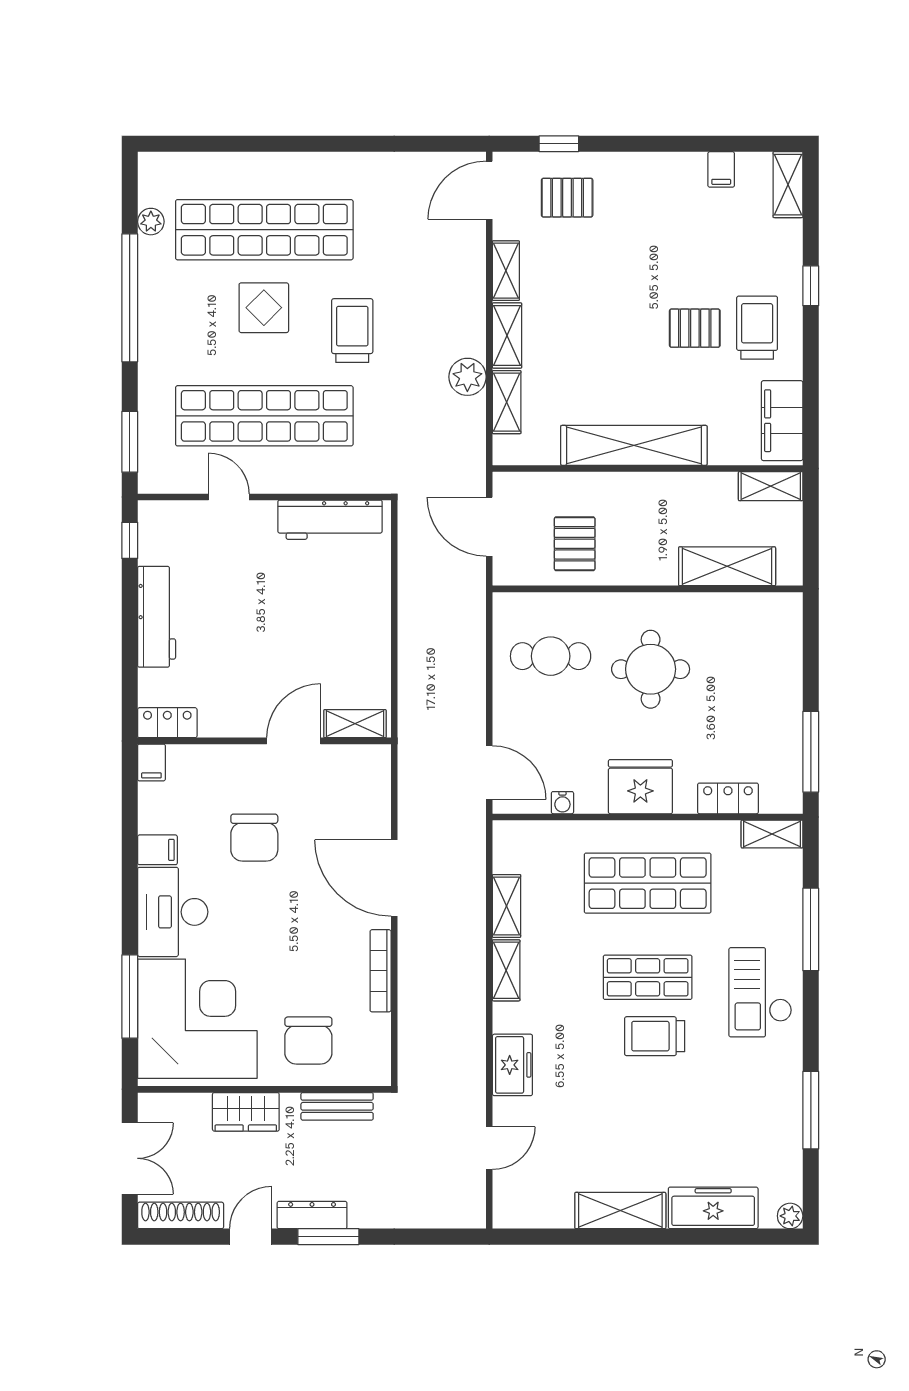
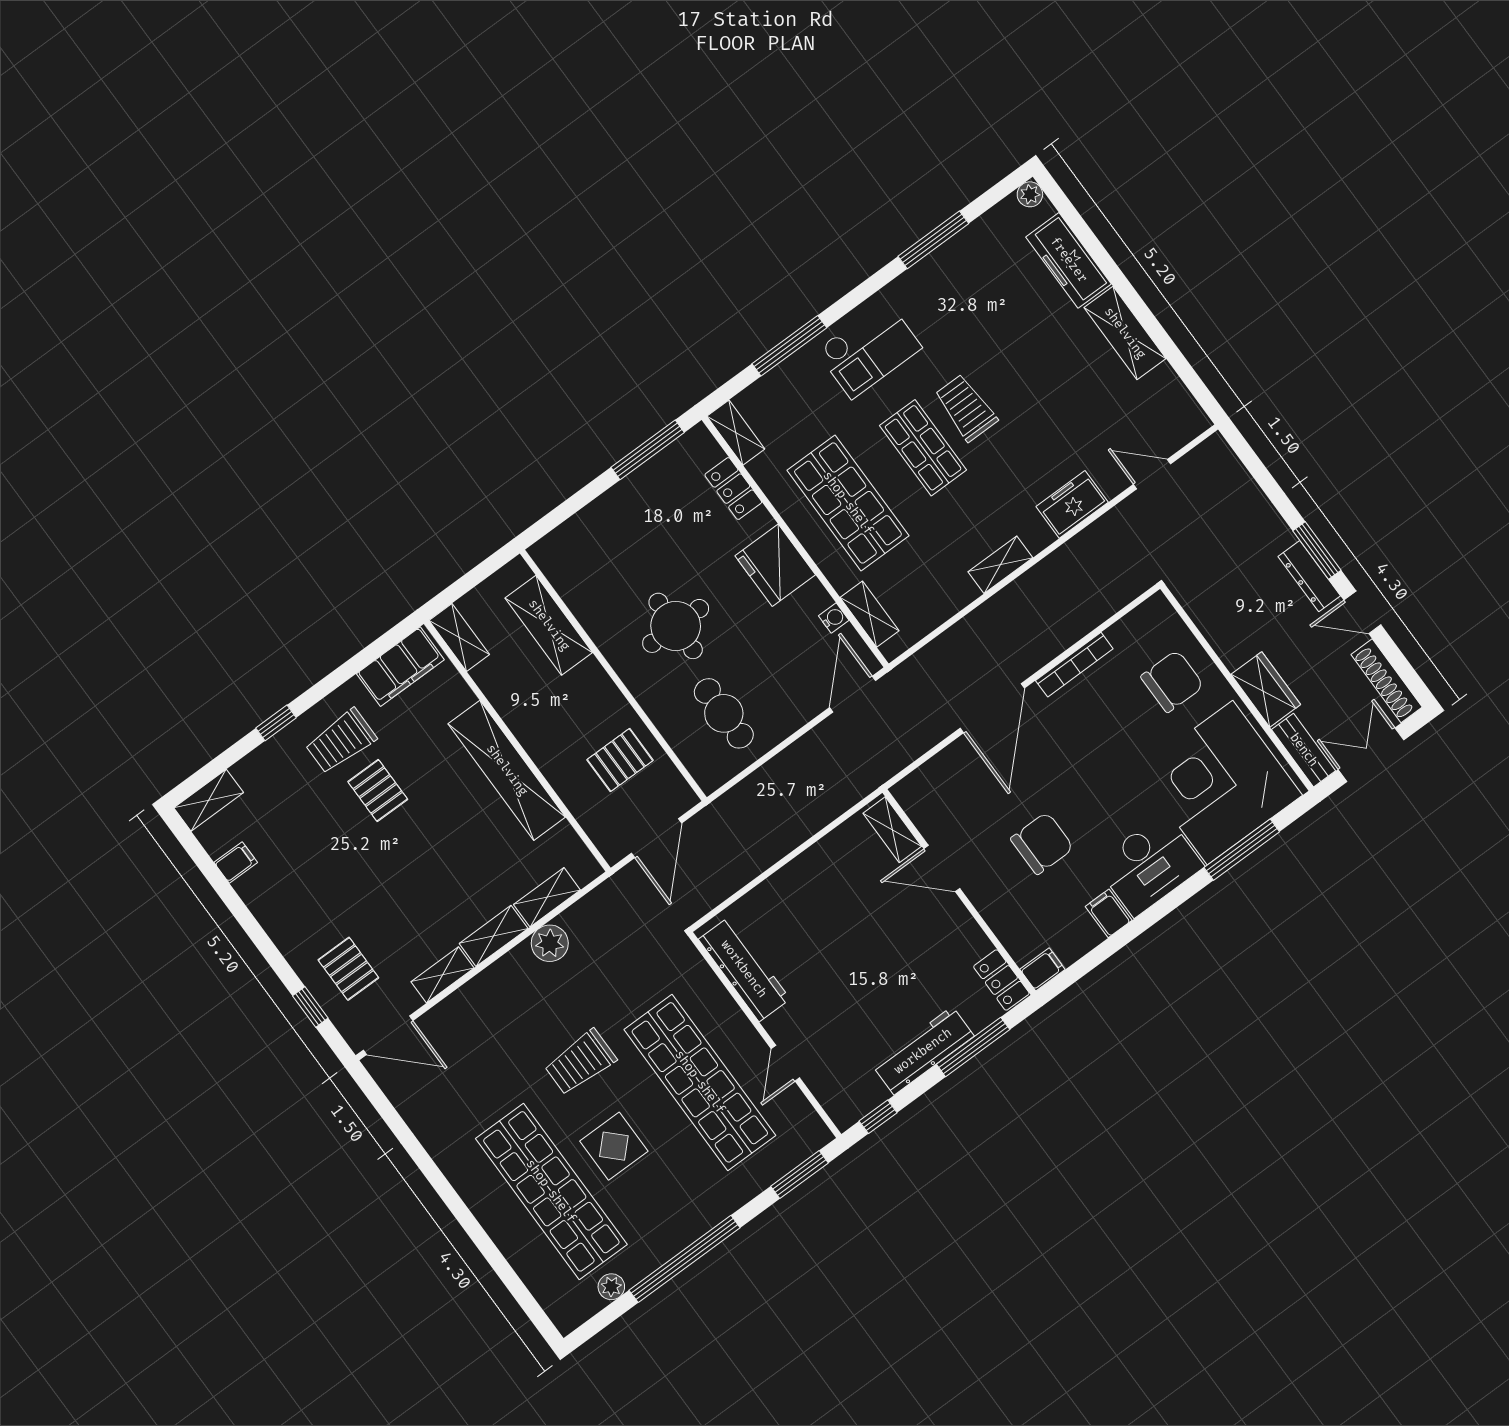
window: (130, 660) -> (973, 1047), added
shelving: (507, 906) -> (870, 614), moved, turned 90
trolley: (655, 1036) -> (966, 408), turned 180
bench: (337, 1106) -> (1304, 750), moved

